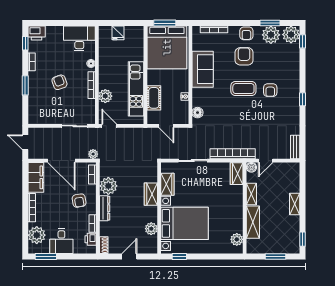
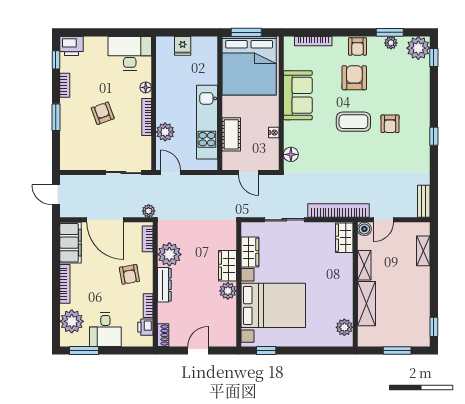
plant: (271, 35) -> (391, 43), width x0.53, depth x0.53
shelving: (295, 204) -> (423, 251), moved
plant: (151, 229) -> (228, 291), moved

